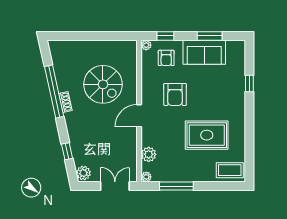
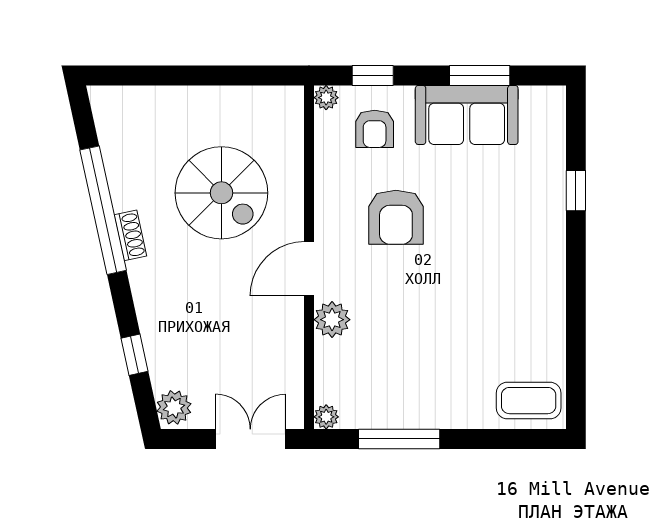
rug: (207, 135) -> (473, 316), removed
plant: (149, 154) -> (332, 320), moved

